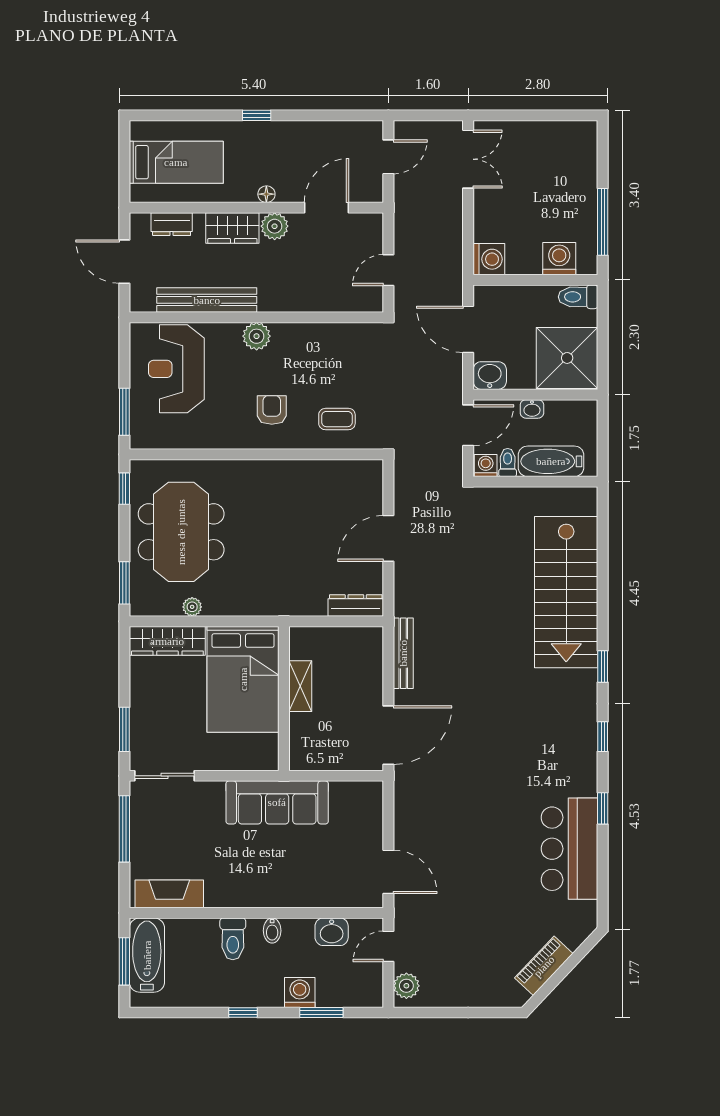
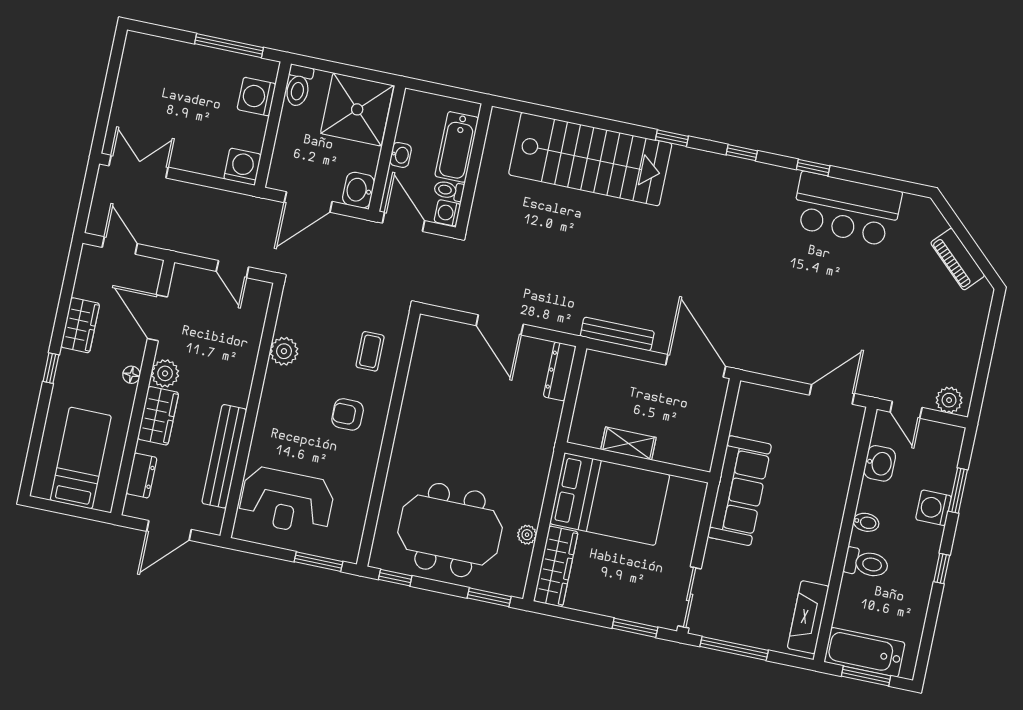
wardrobe: (304, 135) -> (80, 325), added
plant: (257, 336) -> (284, 351), moved

